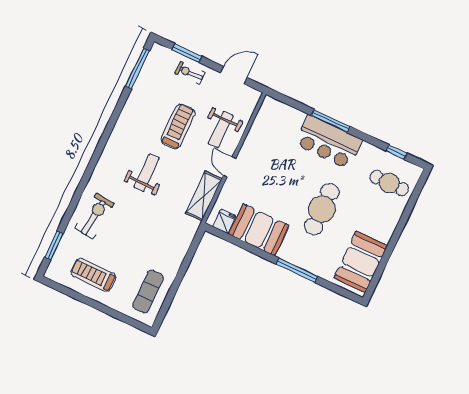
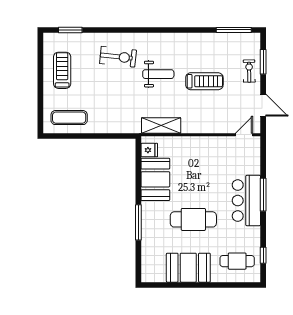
weight bench: (221, 129) -> (217, 114), removed
door: (230, 167) -> (244, 135), moved
cafe table: (389, 183) -> (237, 261), turned 90
exercise bike: (95, 216) -> (118, 57), moved
booth: (361, 262) -> (188, 268), moved

